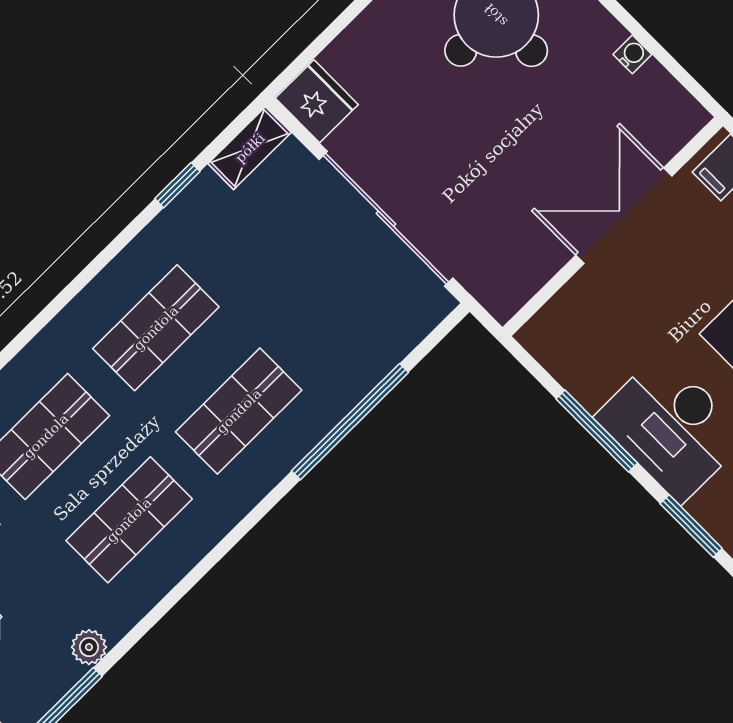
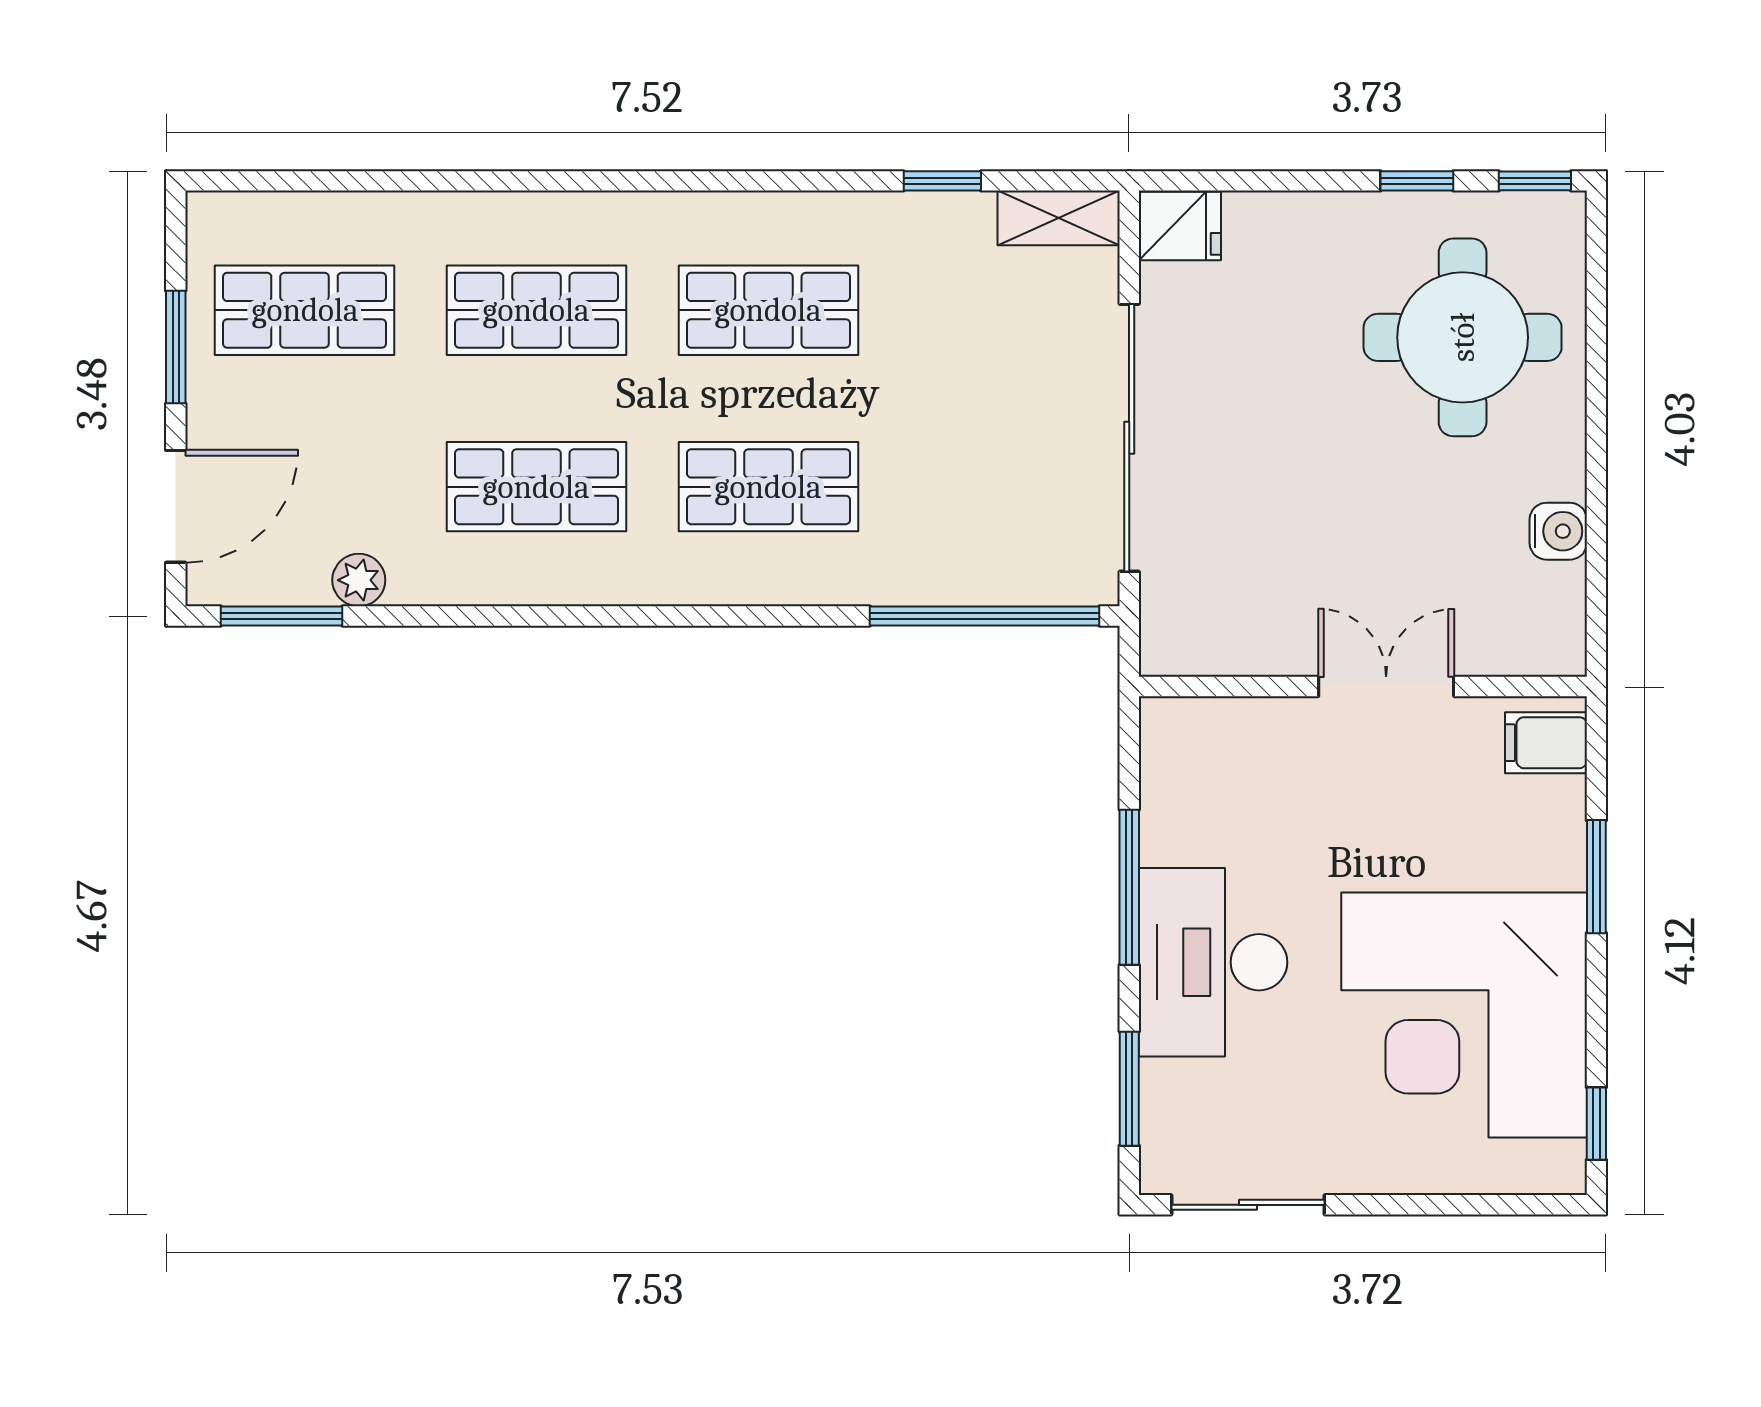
water cooler: (632, 54) -> (1558, 531), width x1.38, depth x1.38
fridge: (317, 101) -> (1180, 226), width x0.72
double door: (624, 216) -> (1386, 686), width x0.73
window: (350, 422) -> (985, 616), moved

